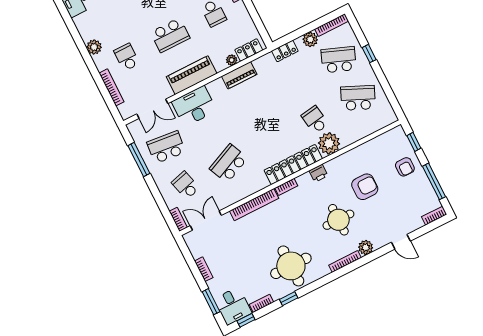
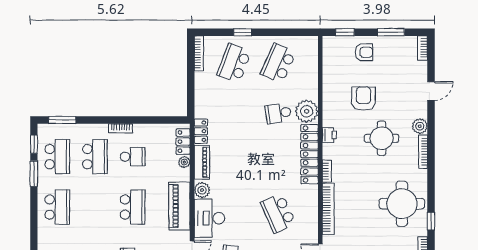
plant: (310, 39) -> (202, 190), moved
locker: (285, 51) -> (201, 131), moved
window: (434, 181) -> (391, 32), width x0.69

